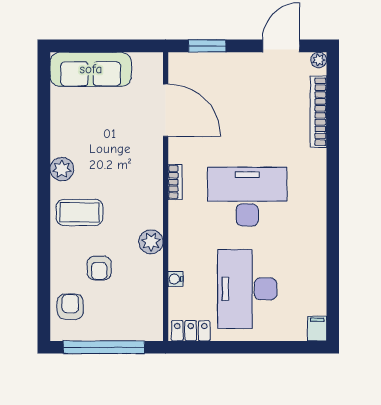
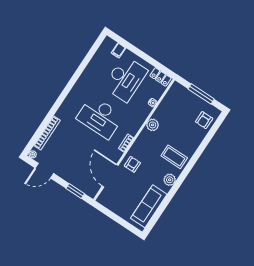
sofa: (91, 69) -> (149, 206), moved, turned -90
armchair: (99, 268) -> (132, 164), moved
filing cabinet: (317, 329) -> (118, 50), moved
window: (104, 347) -> (201, 94), width x0.68

